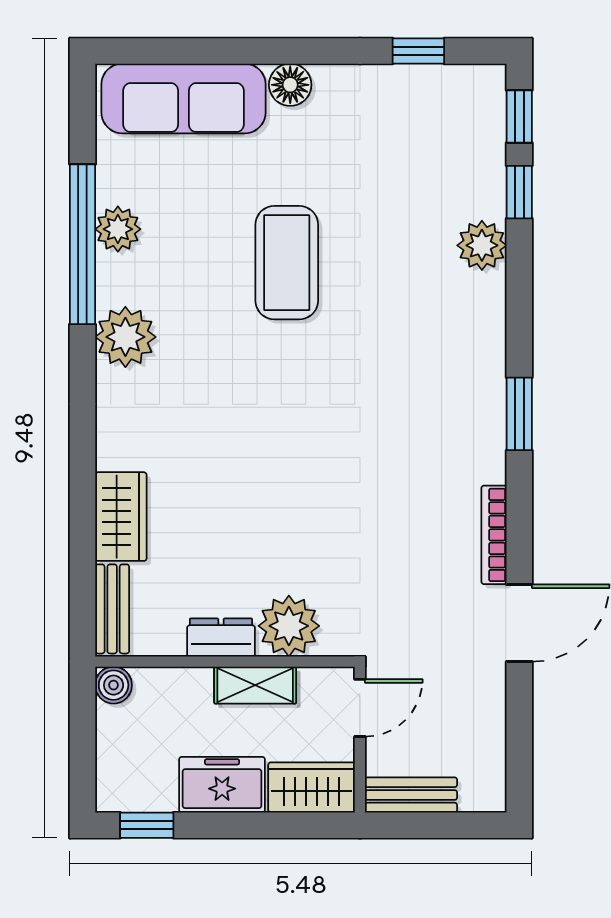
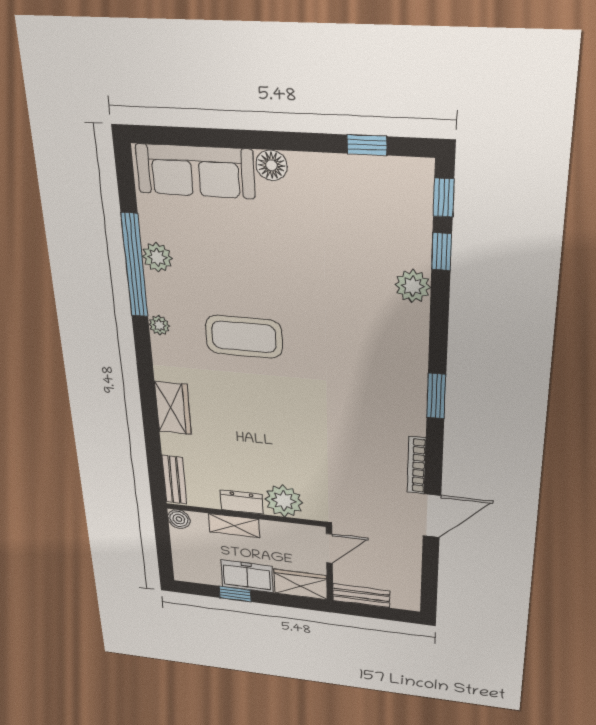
coffee table: (287, 263) -> (244, 337), moved, turned 90
plant: (125, 337) -> (159, 325), width x0.53, depth x0.53
wardrobe: (121, 517) -> (173, 408), moved
shelving: (255, 685) -> (234, 526), moved
window: (147, 825) -> (235, 594), moved

